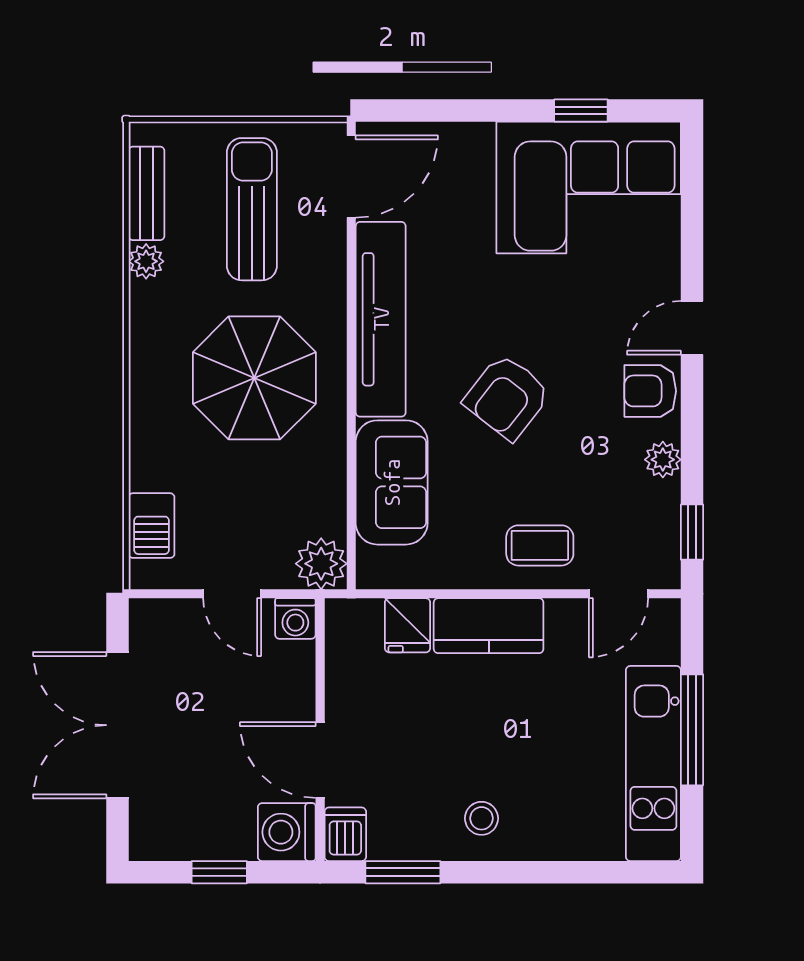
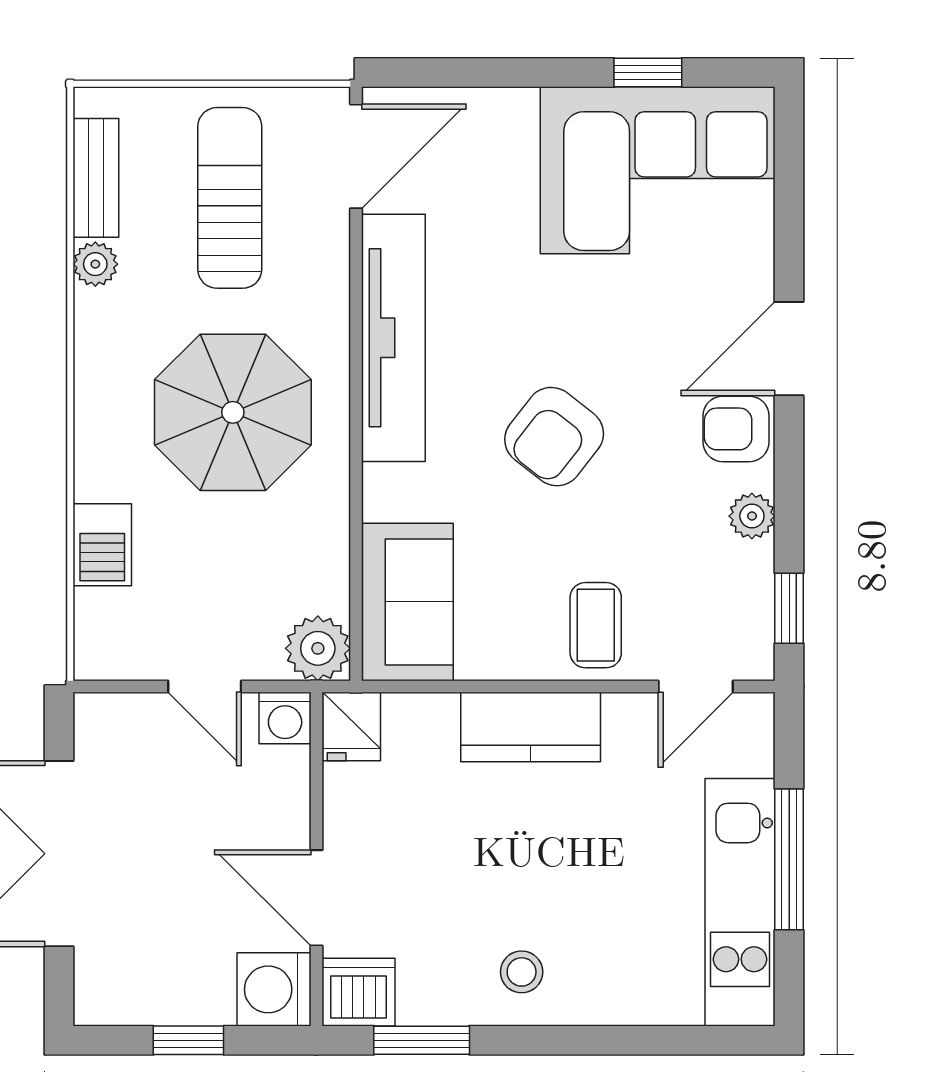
door: (692, 328) -> (789, 349), width x1.38
sofa: (392, 482) -> (407, 602), moved
barbecue: (152, 526) -> (102, 545), moved
coffee table: (540, 545) -> (596, 625), turned 90
fridge: (407, 625) -> (352, 727), moved
dishwasher: (345, 834) -> (358, 992), width x1.38

